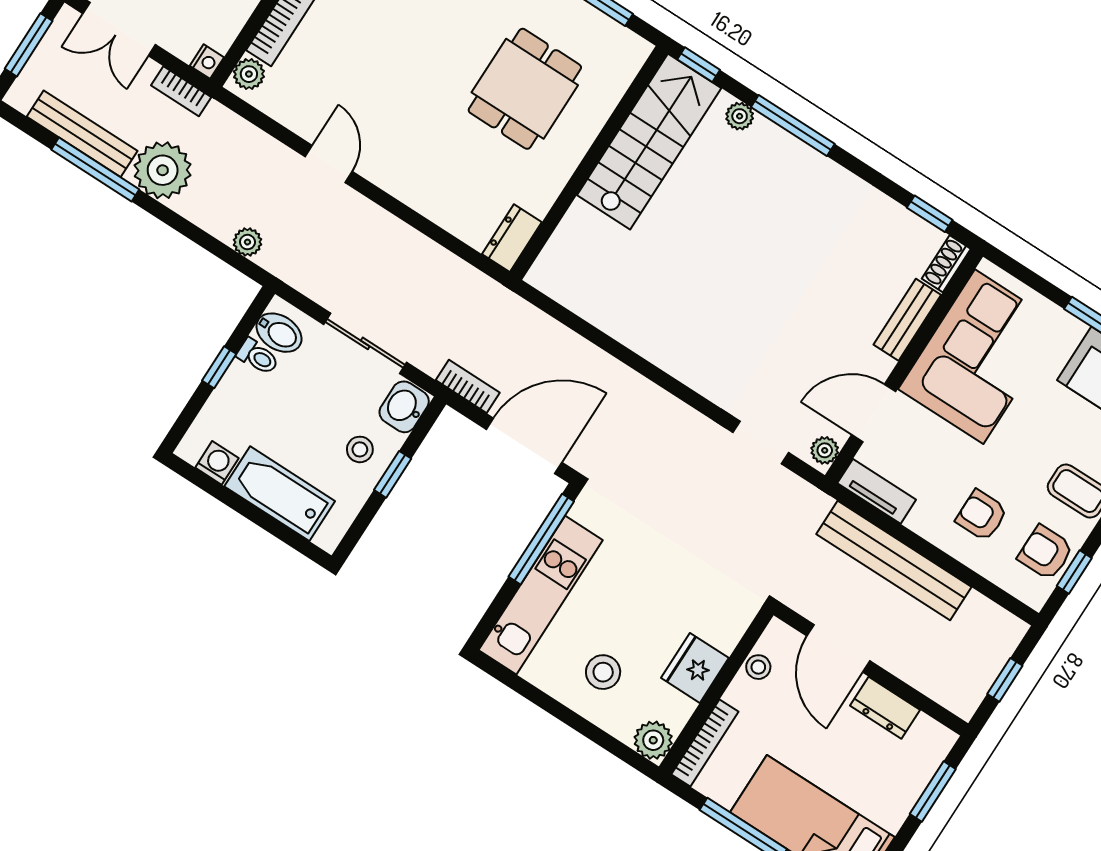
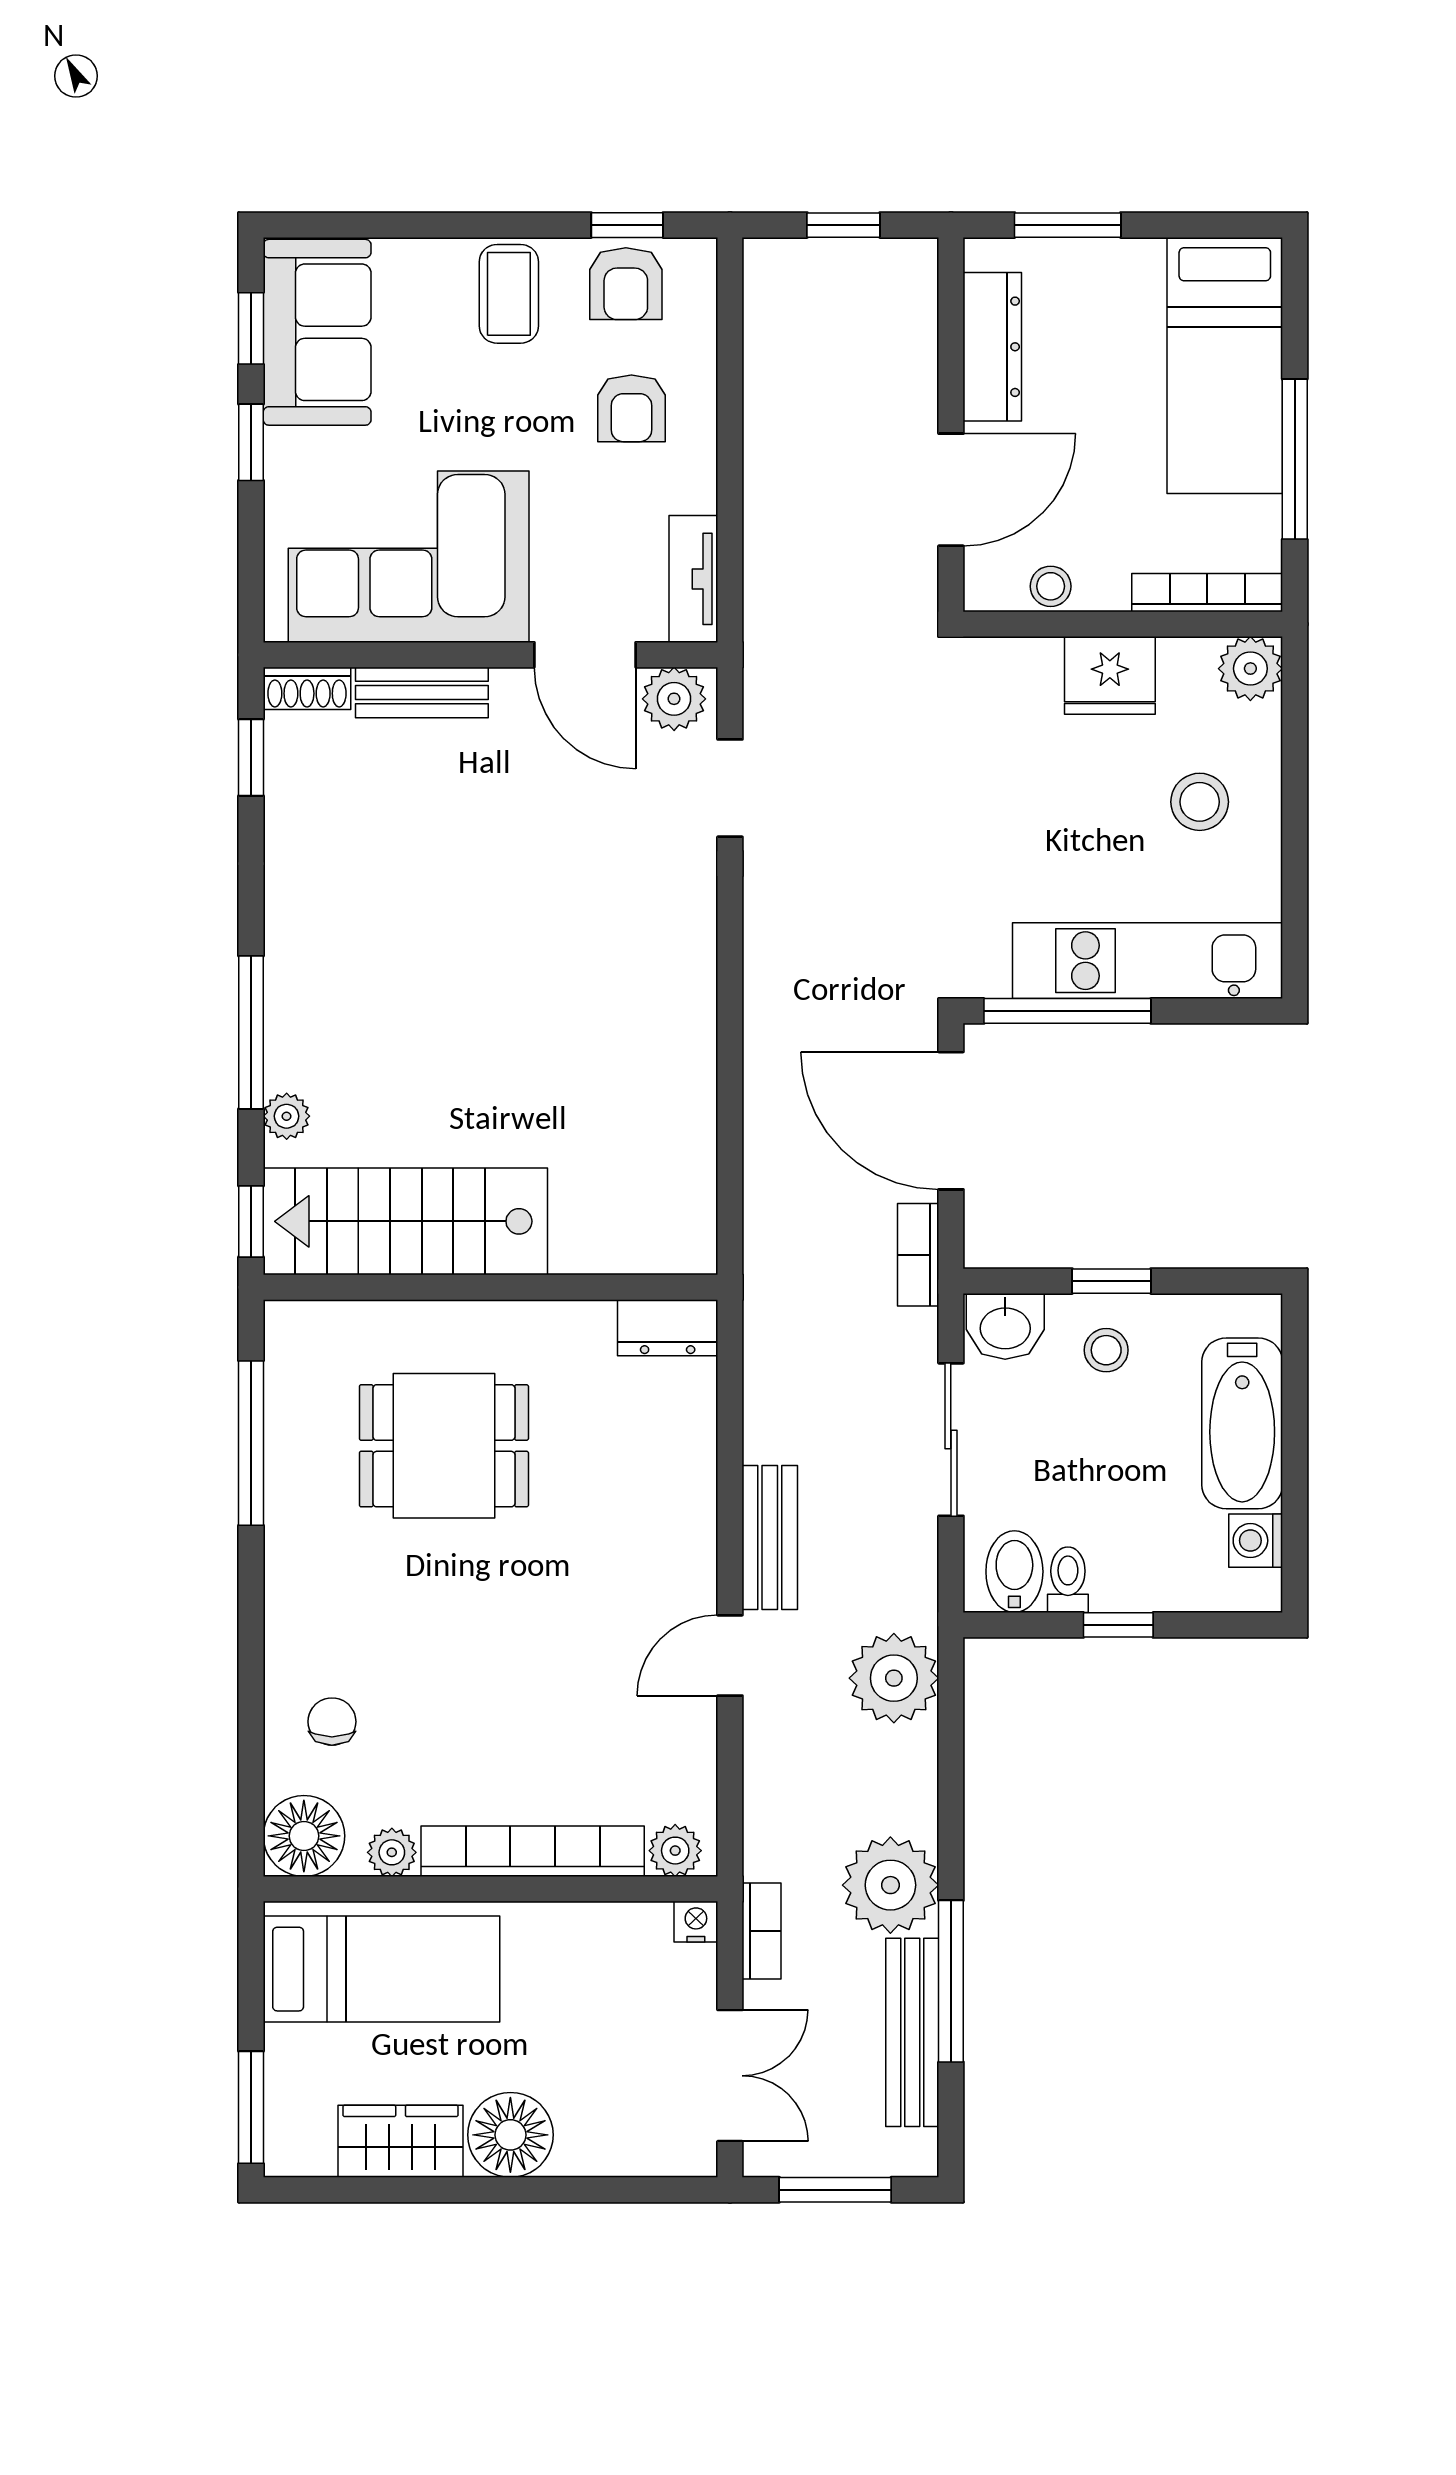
plant: (247, 242) -> (894, 1678), width x1.88, depth x1.88
plant: (825, 450) -> (674, 699), width x1.38, depth x1.38
bench: (894, 560) -> (770, 1537), moved, width x0.54, depth x0.82
dresser: (885, 708) -> (992, 347), width x1.44

